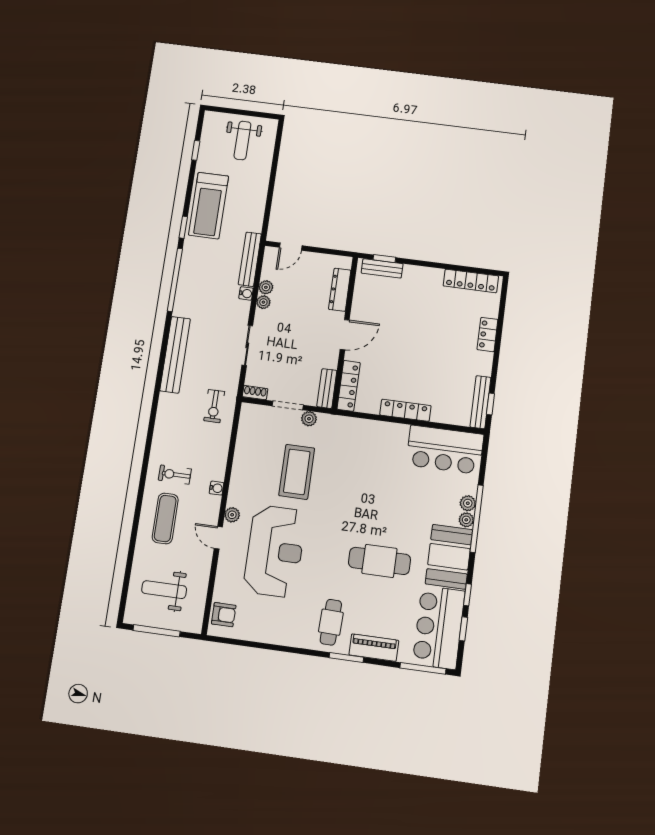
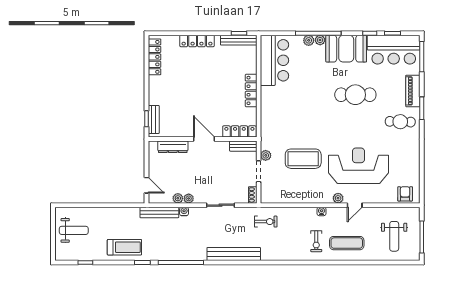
treadmill: (209, 206) -> (124, 247), width x0.73, depth x0.73
locker: (487, 334) -> (197, 41), width x1.53
cafe table: (379, 561) -> (355, 95), turned 90

